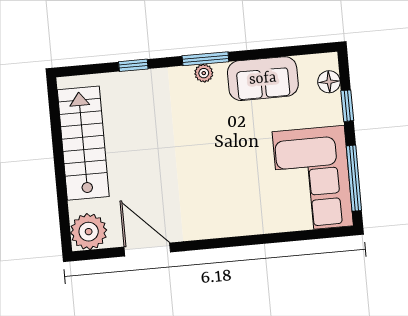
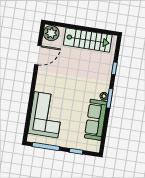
sofa: (263, 79) -> (96, 120), width x1.36
floor lamp: (329, 82) -> (88, 146), removed
corner sofa: (313, 179) -> (46, 115), moved, turned 90

